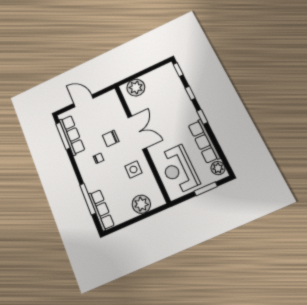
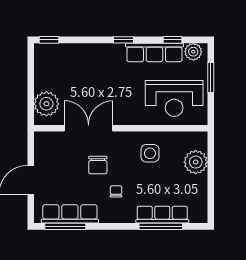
window: (190, 93) -> (172, 40), moved
double door: (137, 133) -> (89, 128), moved
row of seats: (101, 210) -> (162, 215), moved

